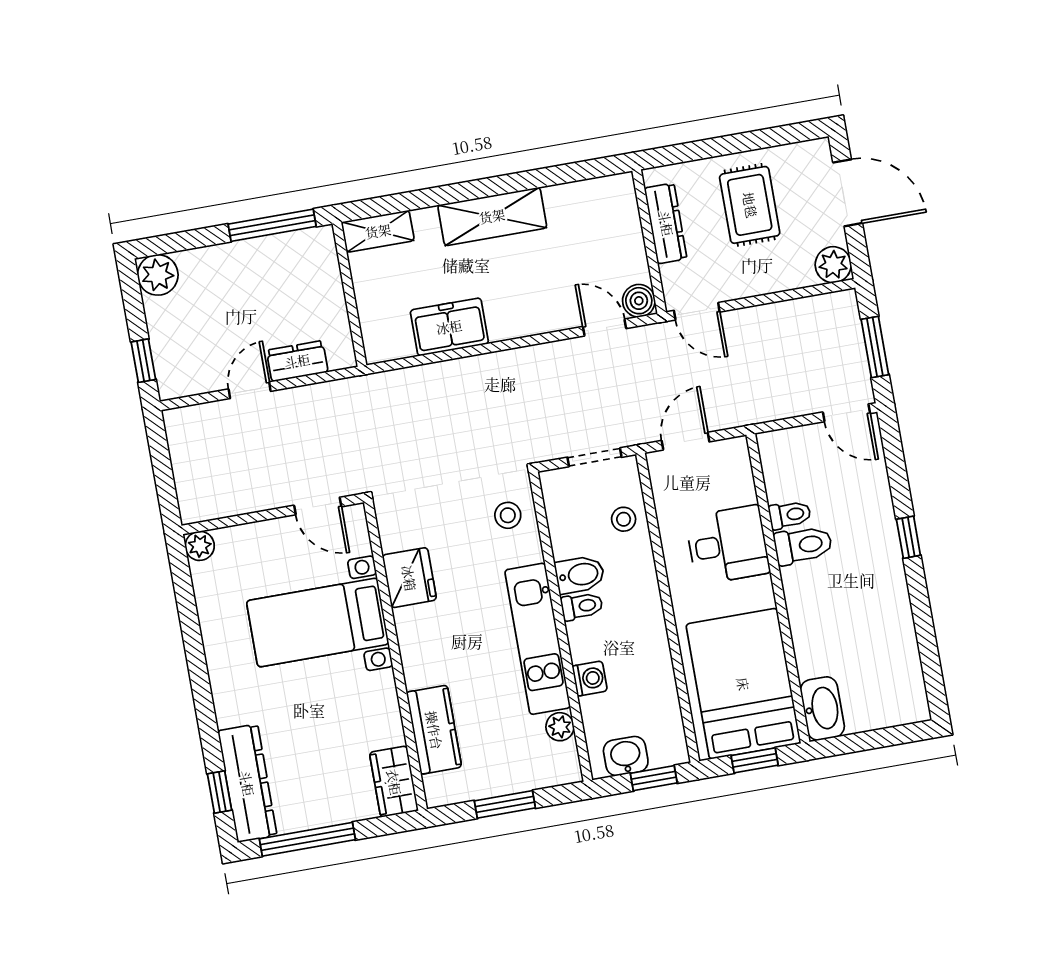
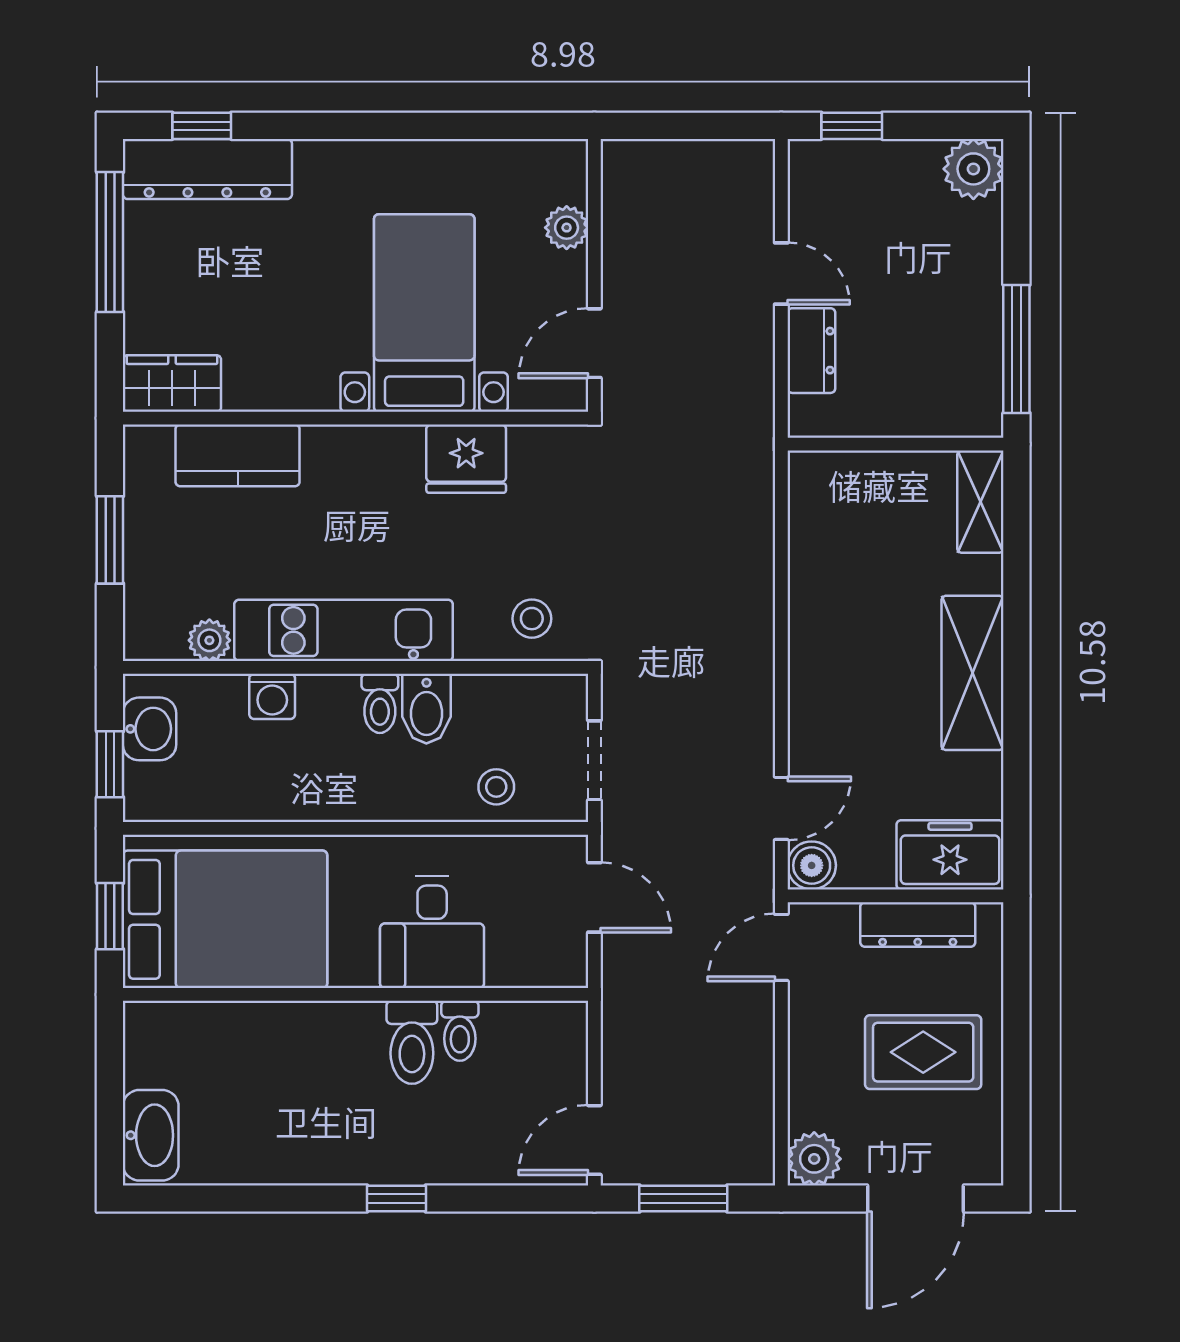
freezer: (449, 327) -> (950, 855), moved, turned -90
plant: (200, 546) -> (567, 228), moved
washbasin: (822, 708) -> (151, 1135), moved, turned -90

